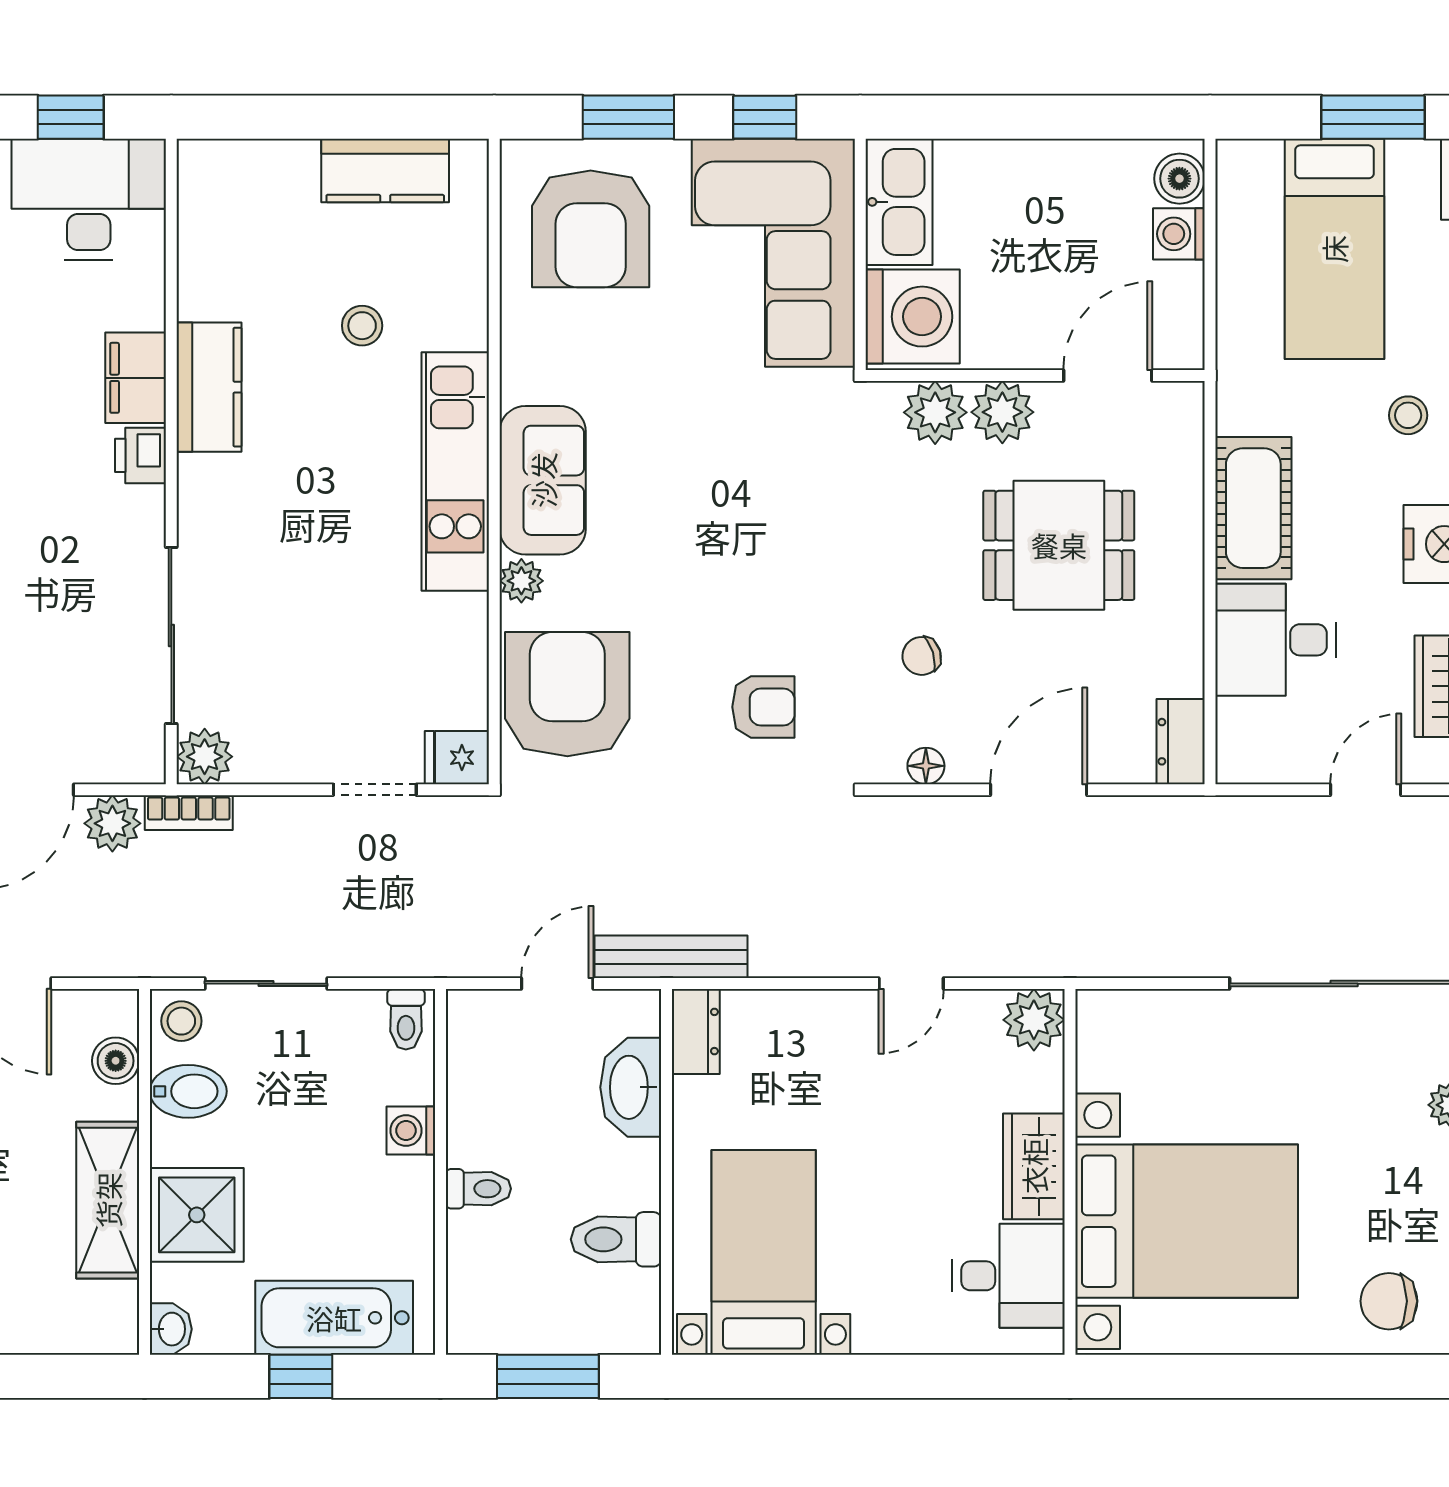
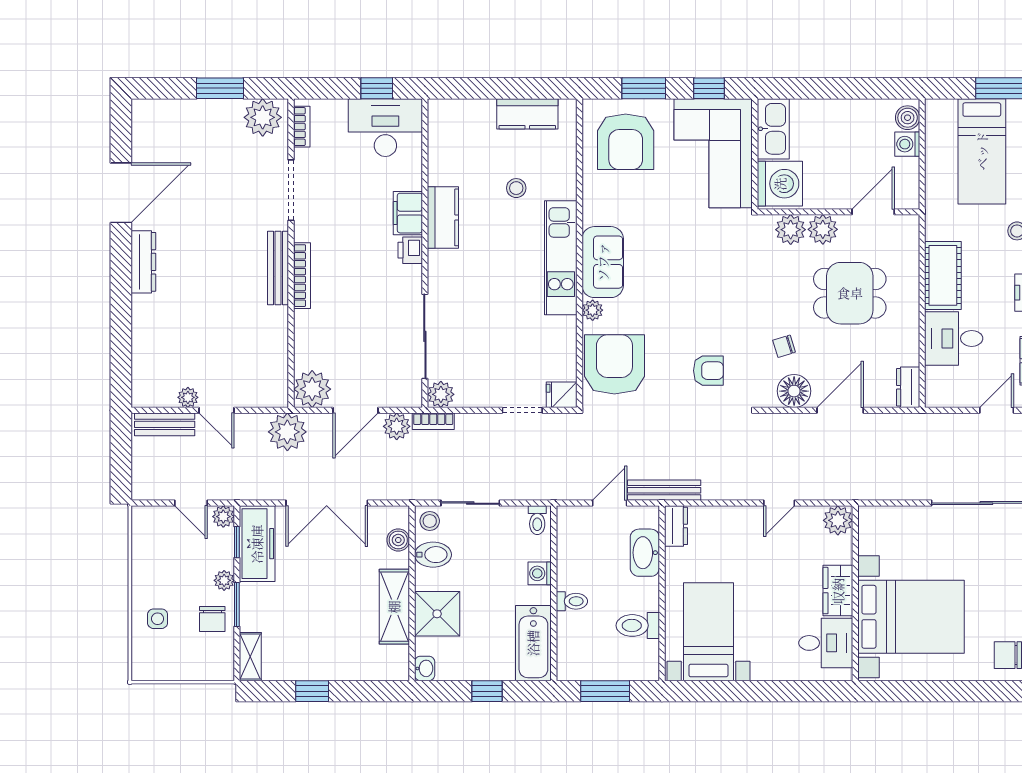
floor lamp: (926, 766) -> (794, 391), width x1.89, depth x1.89
bathtub: (334, 1318) -> (533, 643), moved, turned -90

